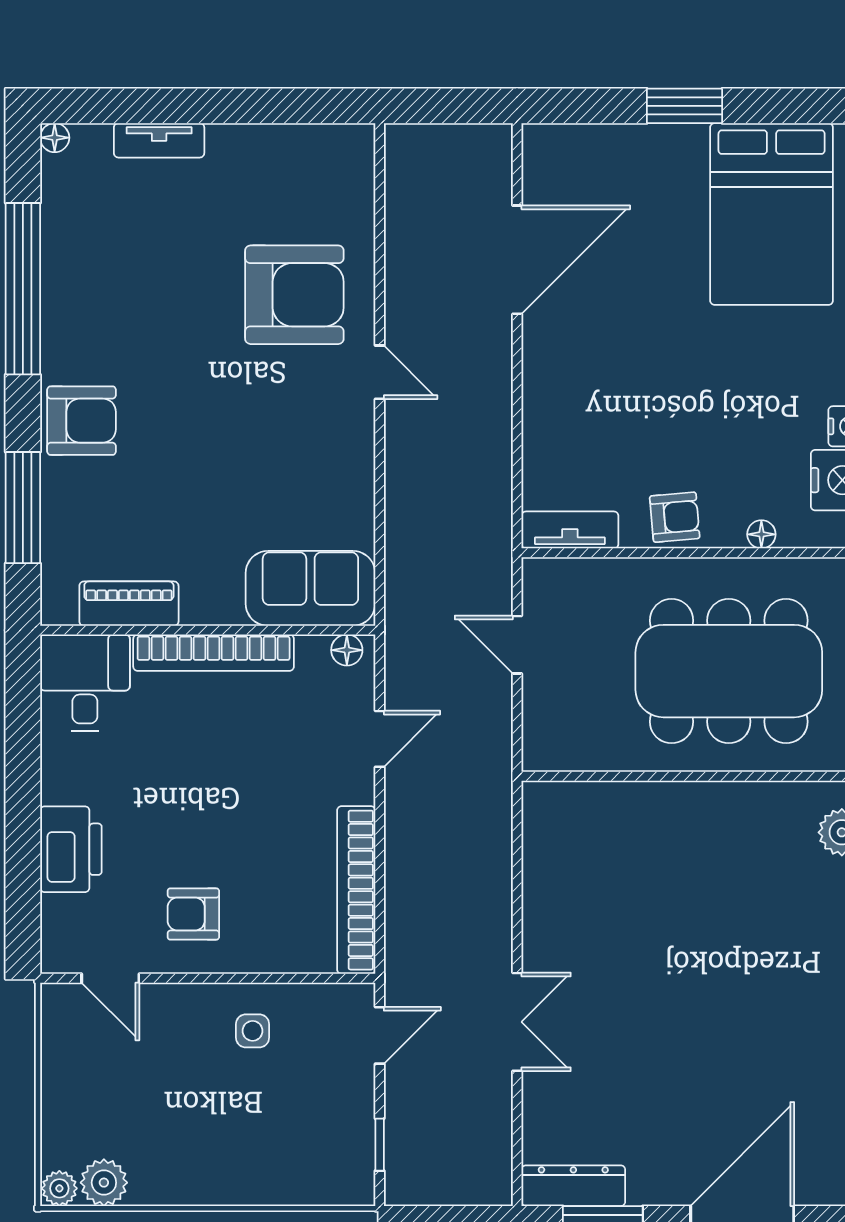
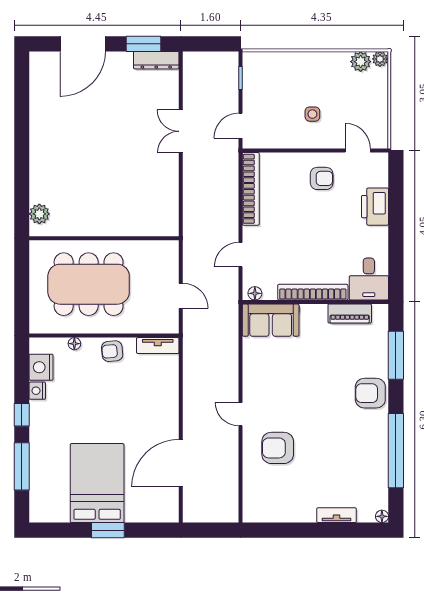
bed: (772, 214) -> (97, 483), moved
armchair: (294, 295) -> (278, 448), width x0.73, depth x0.73
side table: (253, 1031) -> (312, 114), moved

